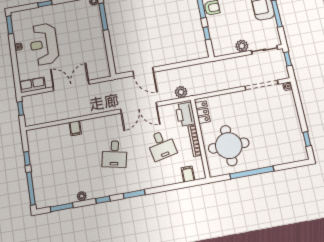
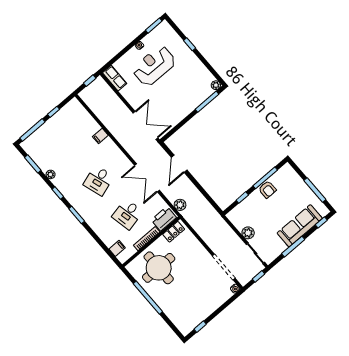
double door: (71, 86) -> (145, 125), moved
desk: (114, 154) -> (99, 180), turned -30

